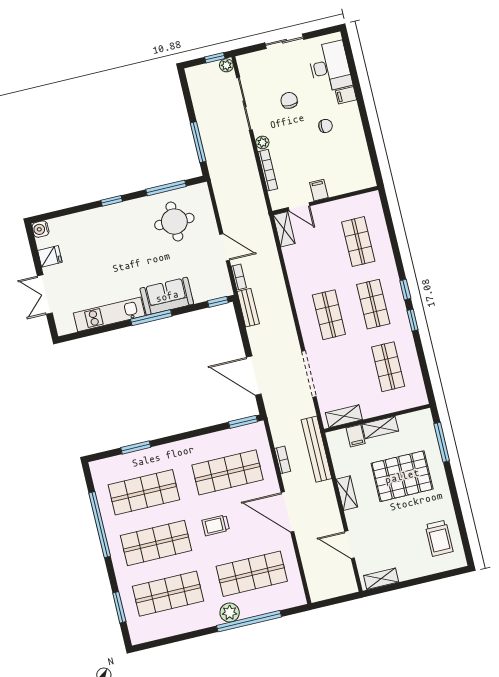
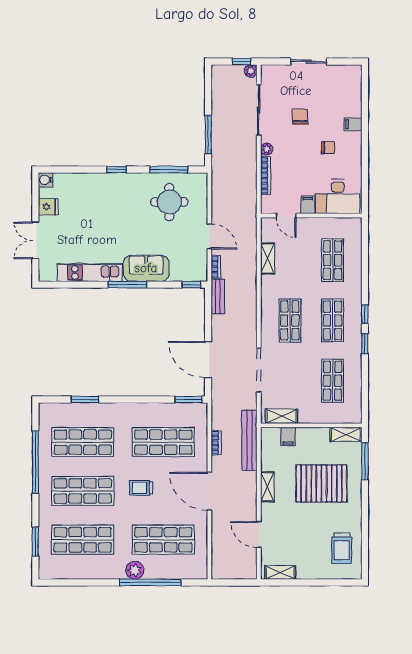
desk: (330, 67) -> (338, 196), moved, turned 90
shelving: (284, 229) -> (268, 258), moved
shelving: (380, 428) -> (346, 434), moved

